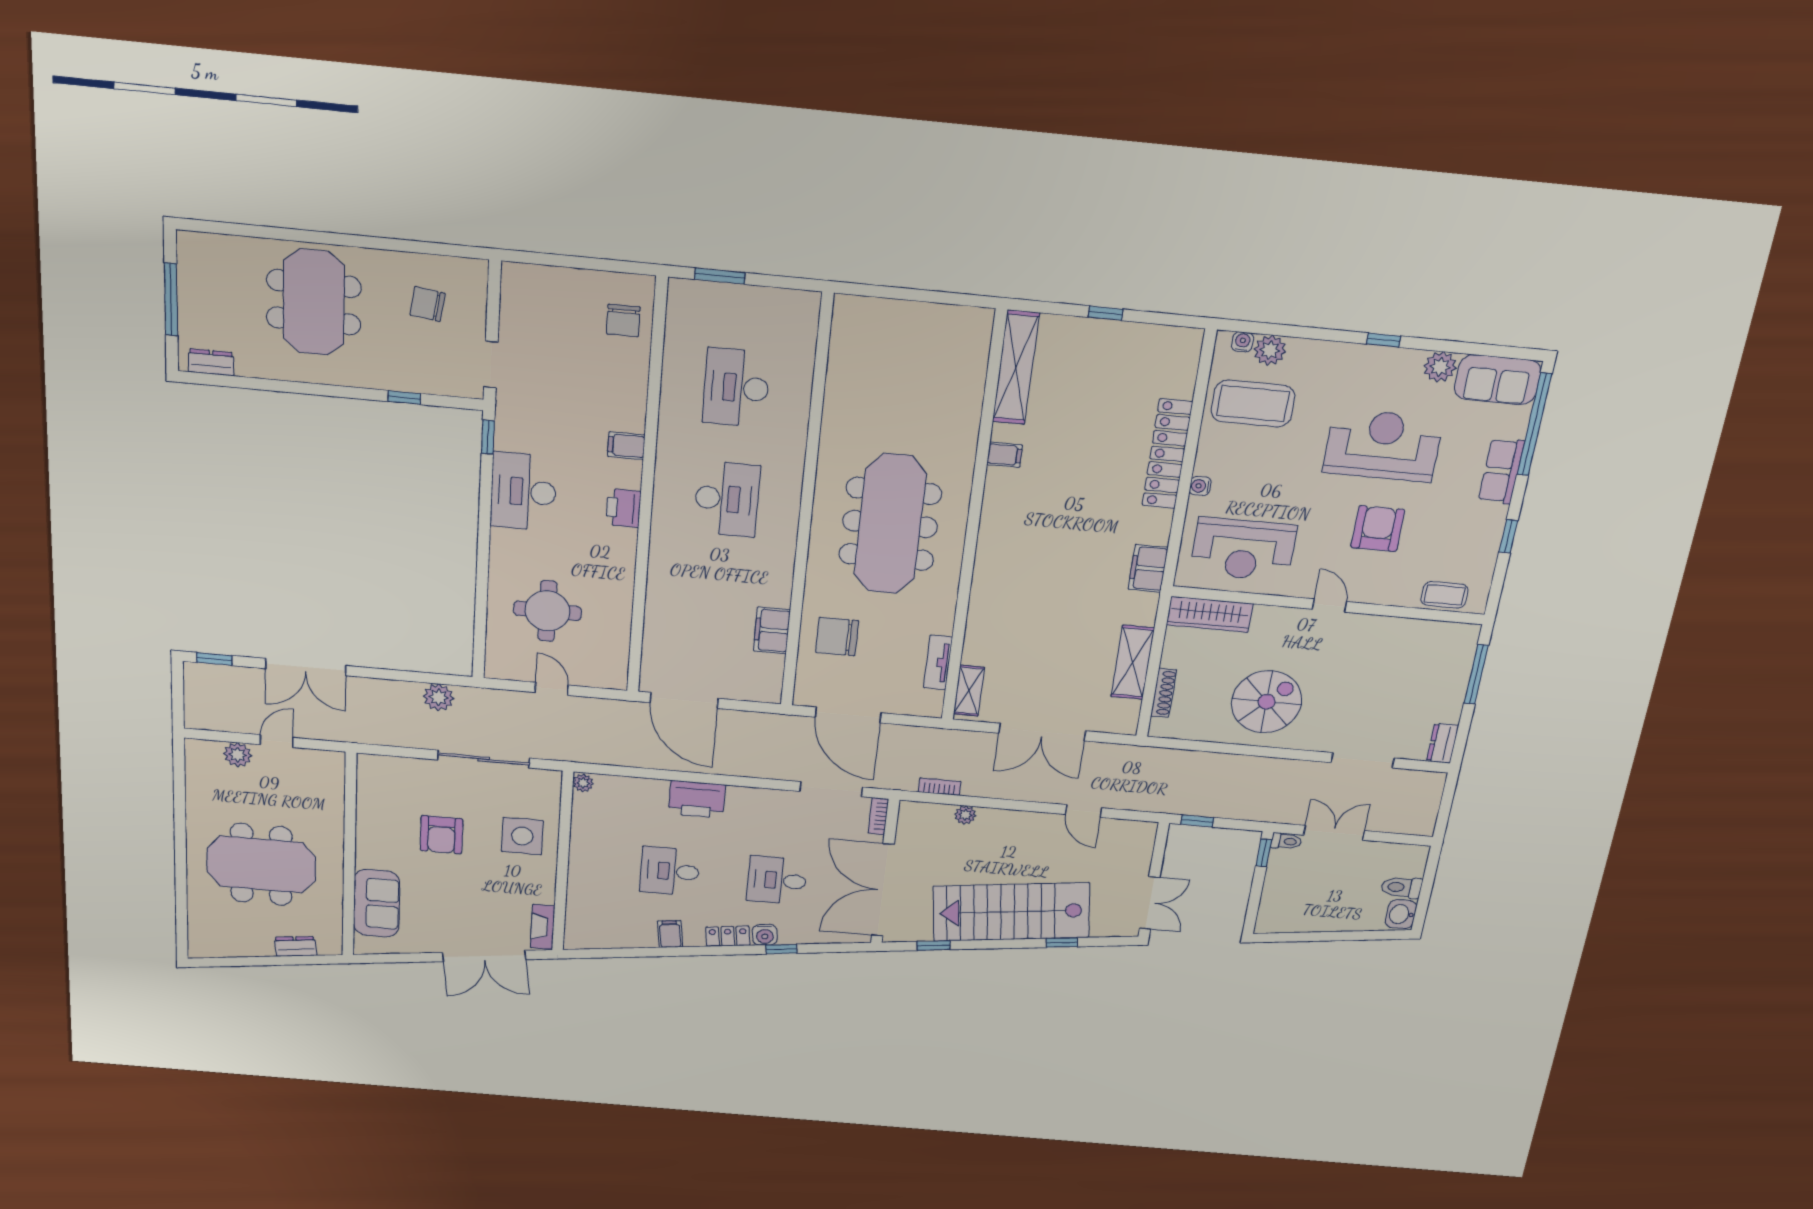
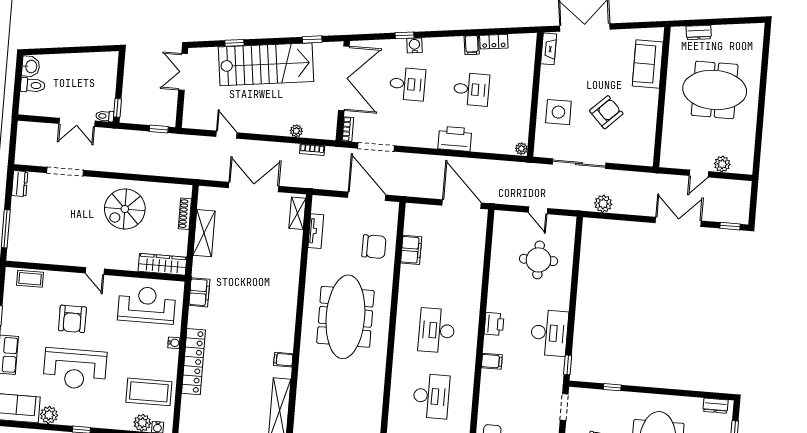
armchair: (441, 835) -> (606, 112), turned 46
locker: (728, 936) -> (494, 42), moved

